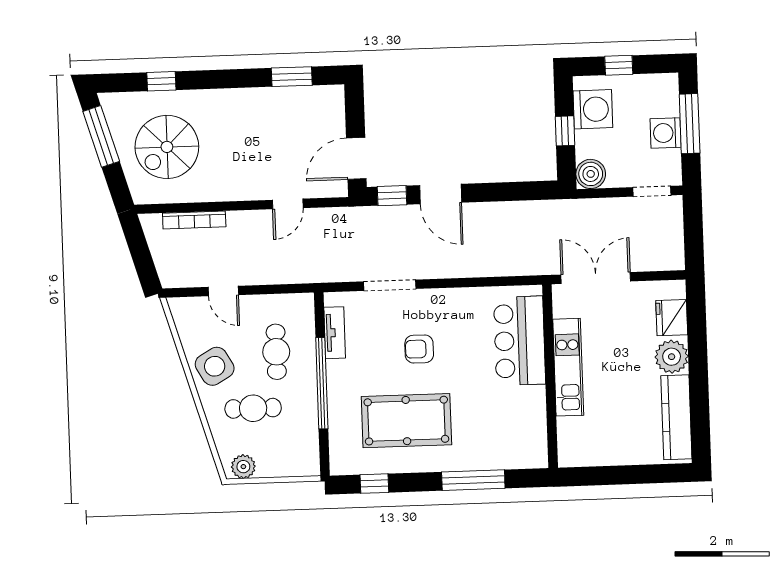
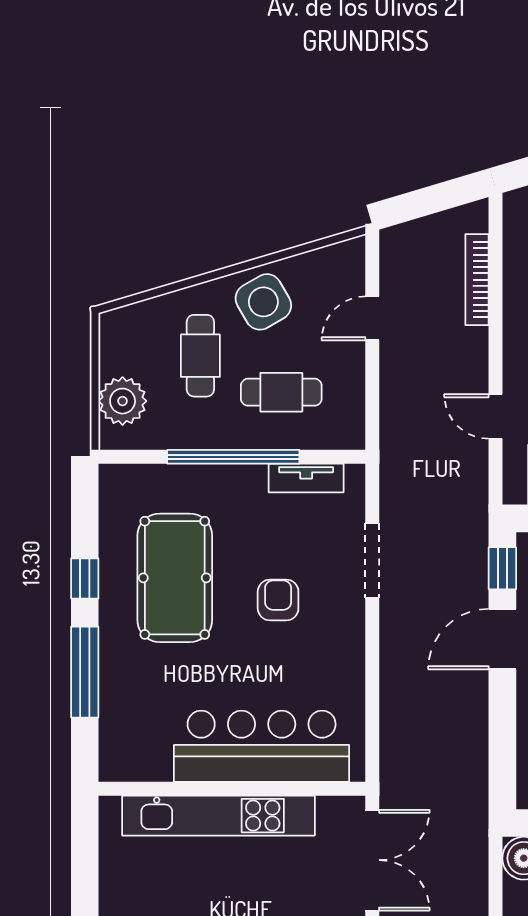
bar counter: (520, 341) -> (262, 746), width x1.36
kitchen unit: (568, 367) -> (218, 816), width x1.36
plant: (243, 467) -> (123, 401), moved, width x1.36, depth x1.36
window: (374, 484) -> (85, 578), moved

